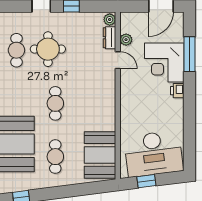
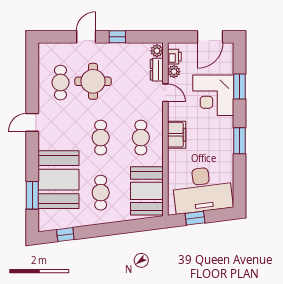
window: (190, 54) -> (240, 87), width x0.69
printer: (177, 91) -> (174, 57), moved, turned 180
filing cabinet: (129, 101) -> (177, 135), added
cafe table: (94, 103) -> (141, 138), added
window: (190, 106) -> (240, 141), added

